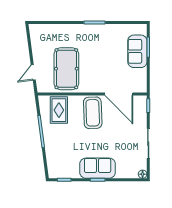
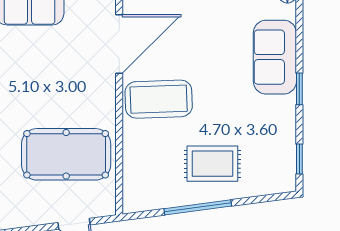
rug: (59, 110) -> (212, 164), moved
sofa: (98, 168) -> (275, 57), moved

